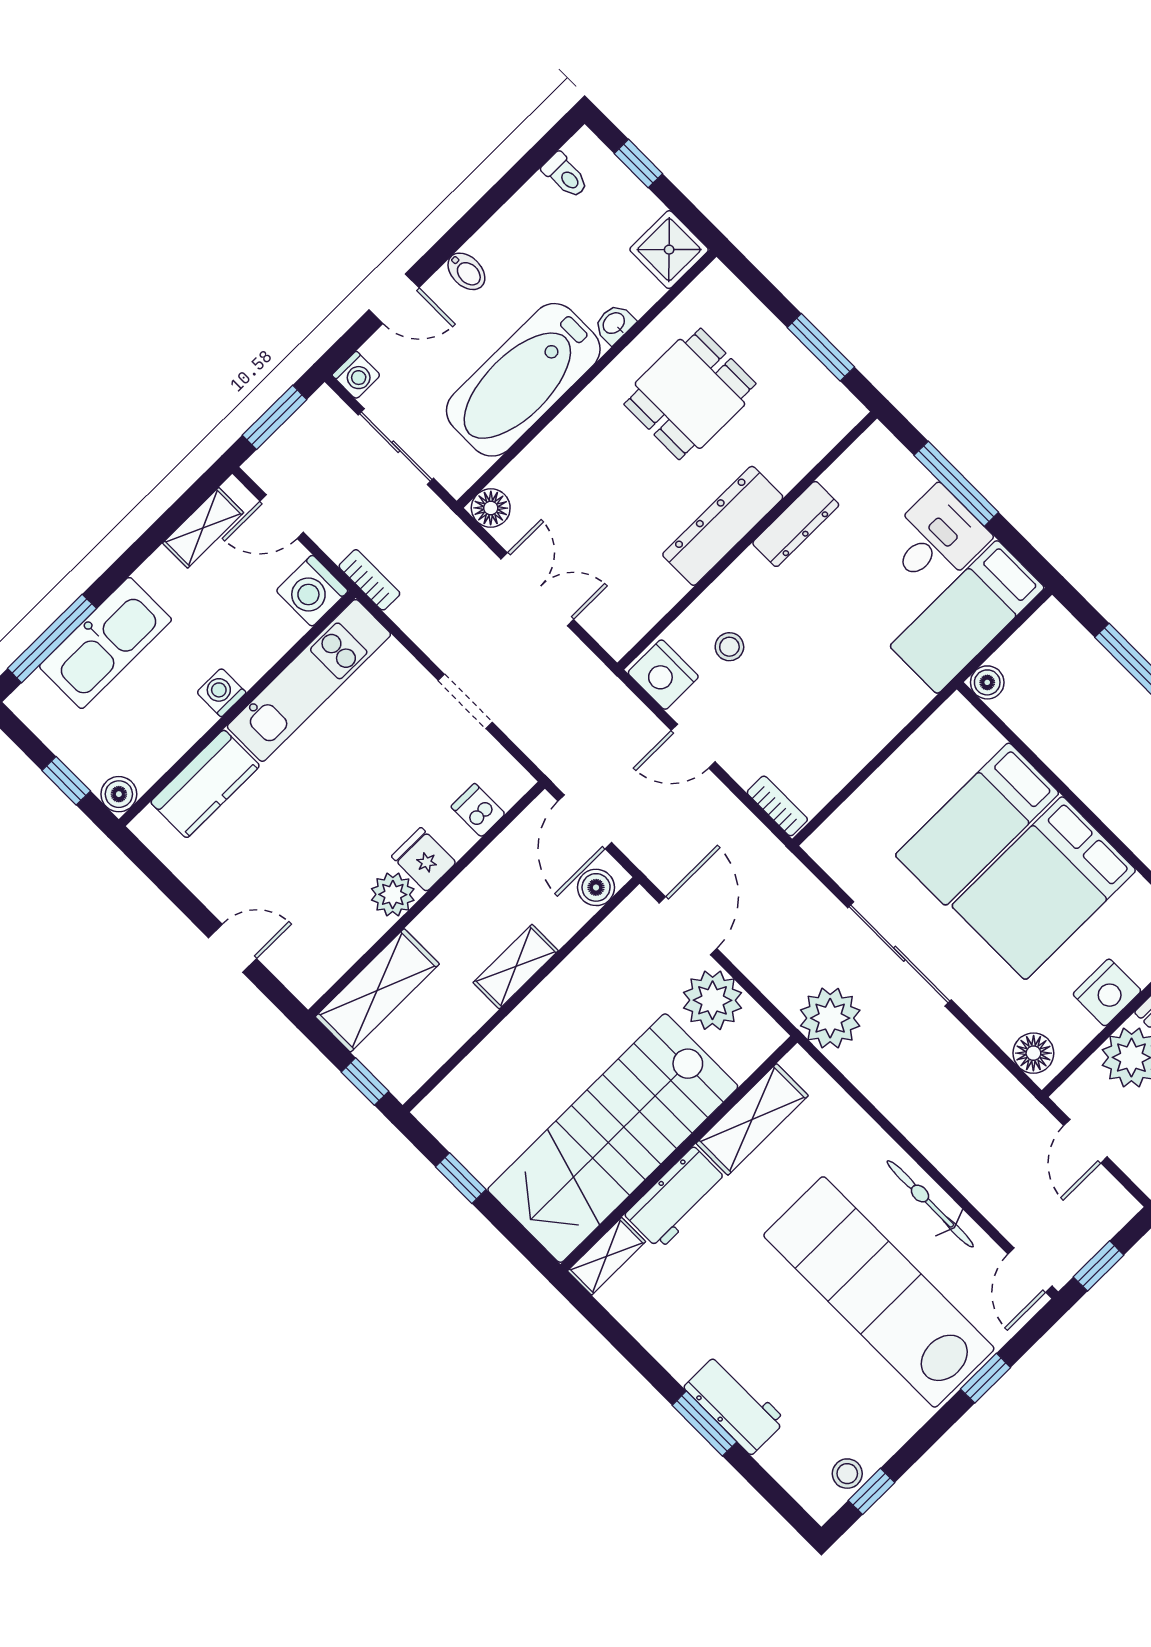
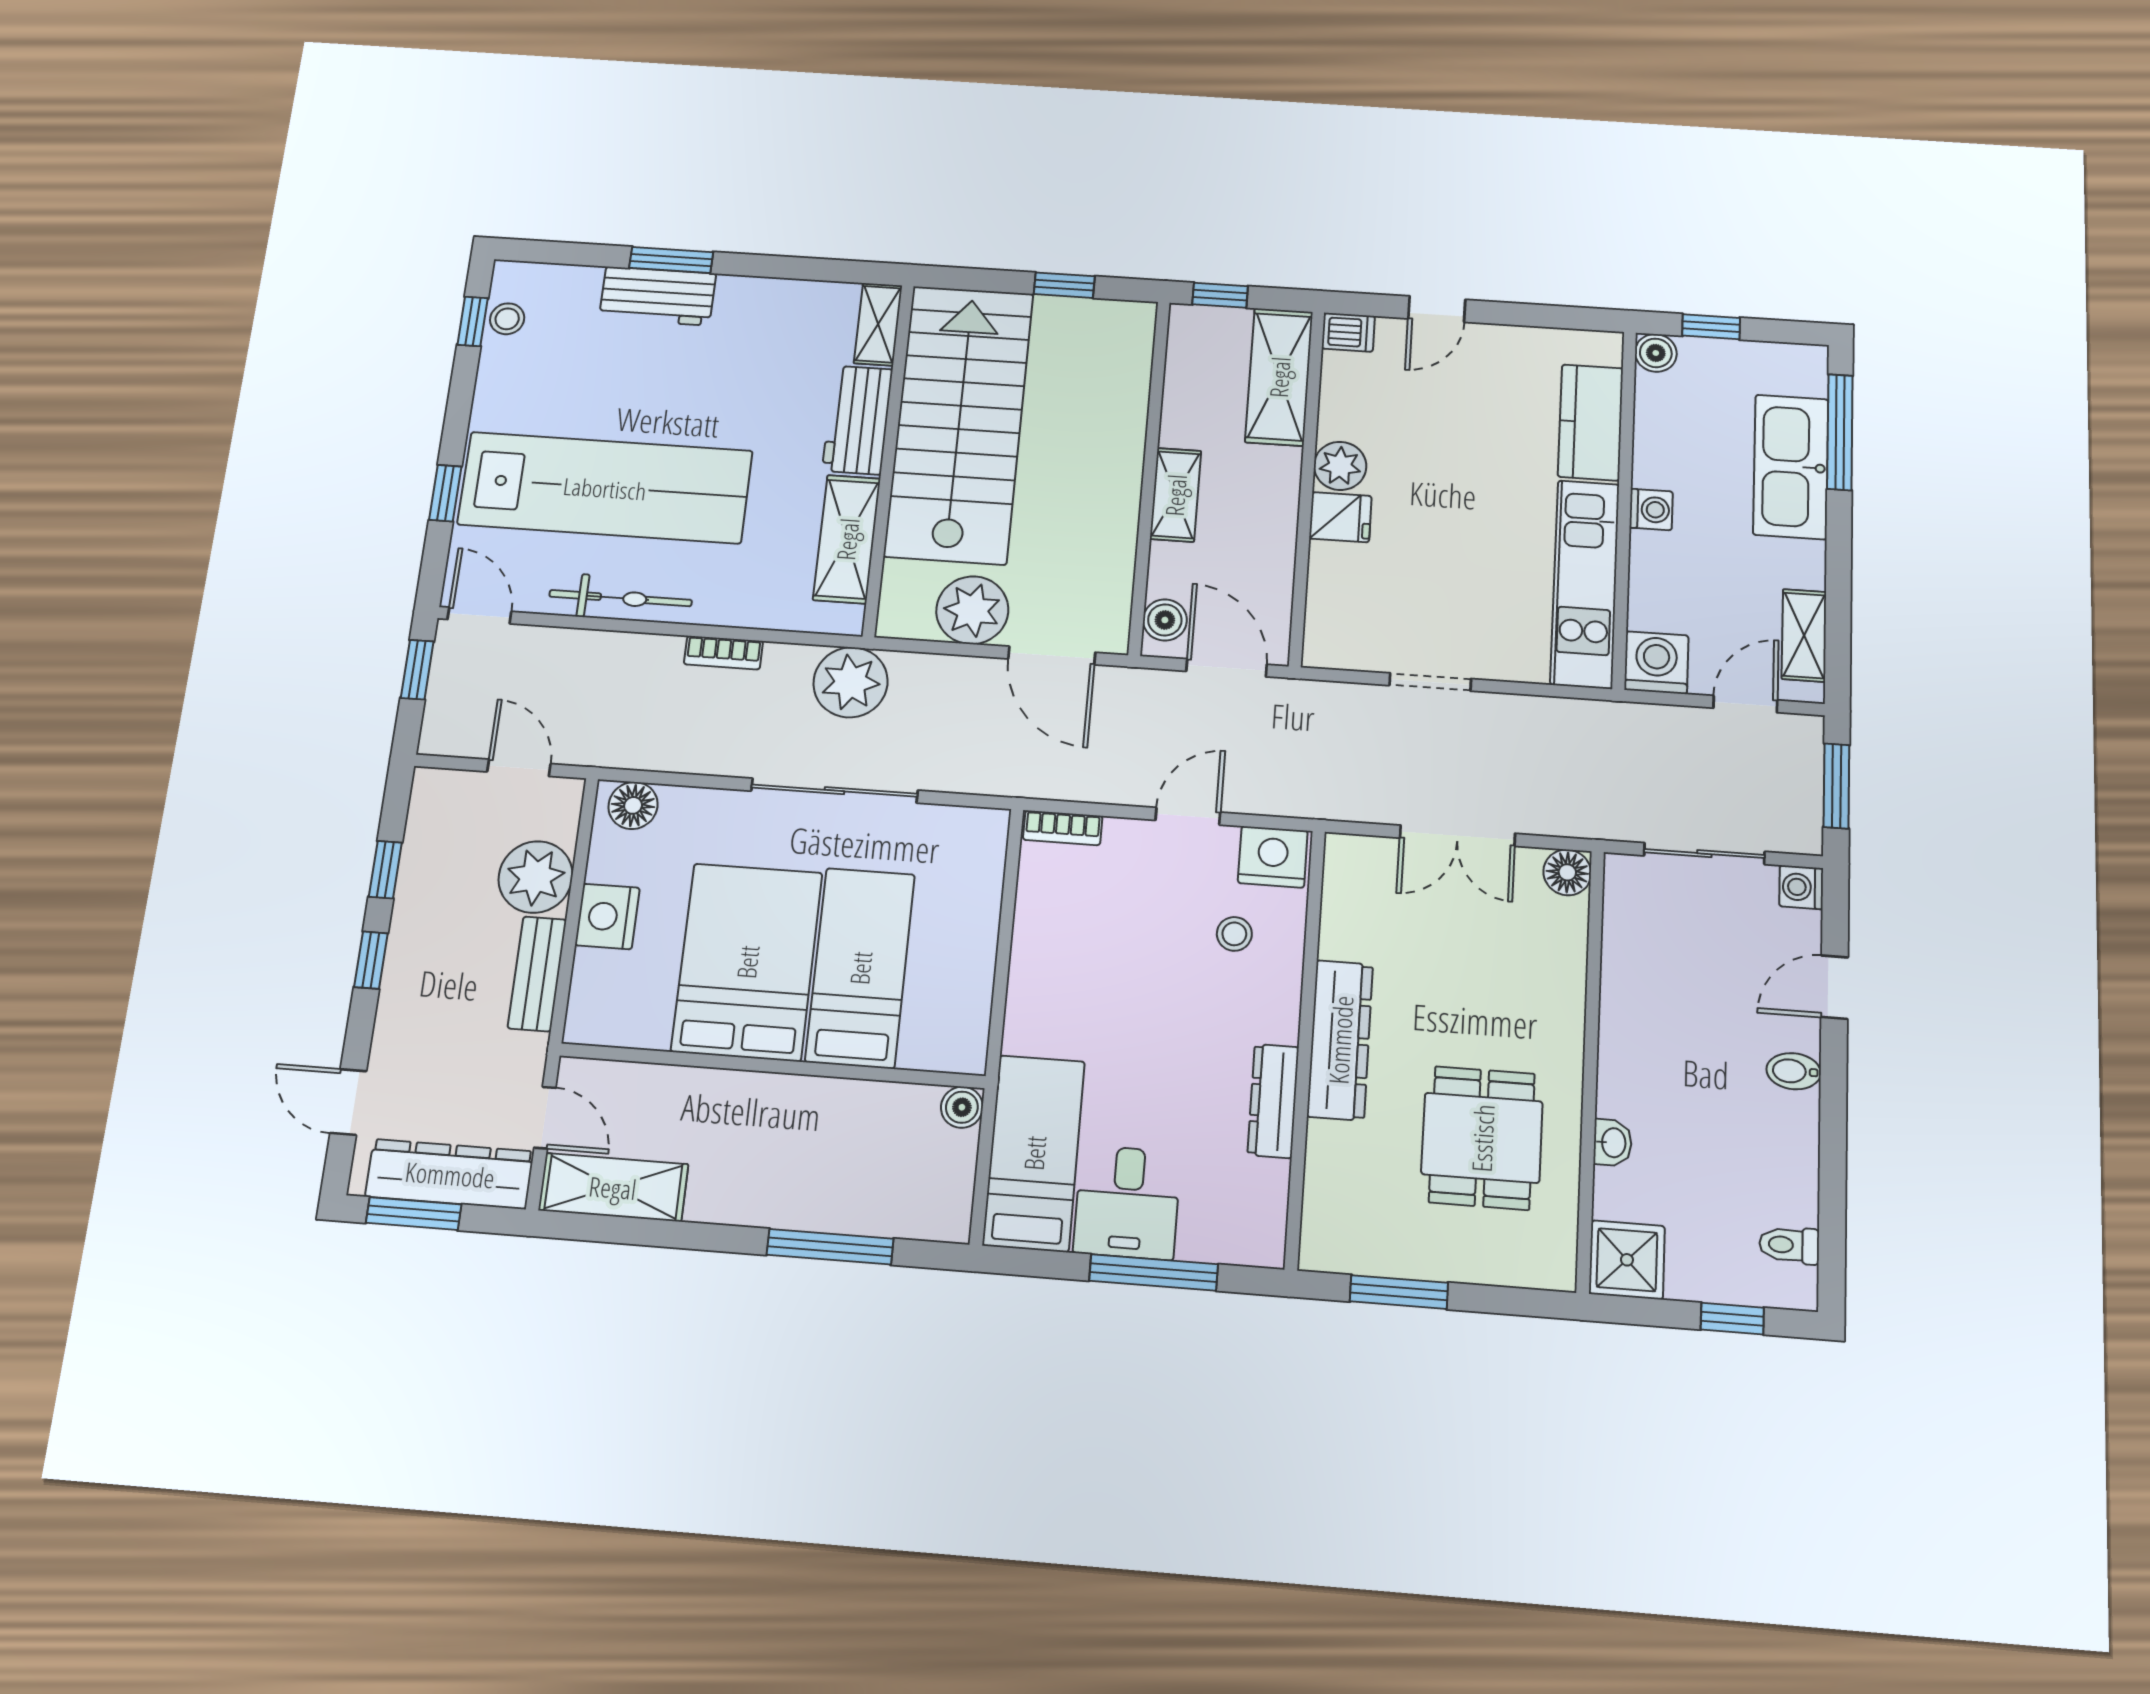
bathtub: (523, 380) -> (1647, 1016), removed
bookcase: (369, 580) -> (723, 653), moved
dishwasher: (478, 810) -> (1348, 332), moved

